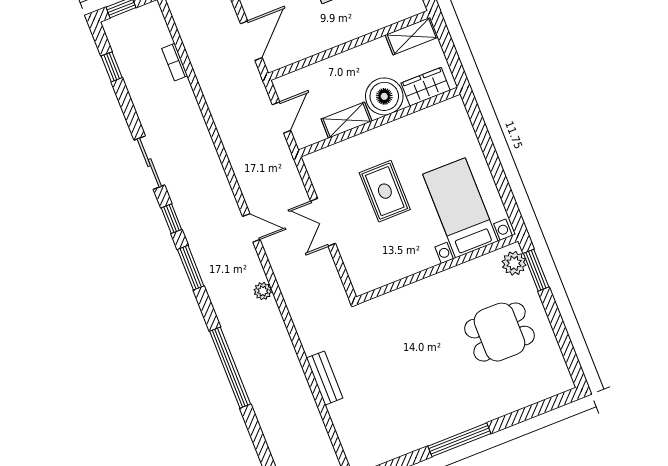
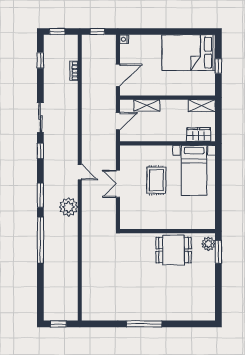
boiler: (384, 96) -> (175, 131), removed
shelving: (347, 120) -> (147, 105), moved
bed with nightstands: (460, 208) -> (194, 170), moved, turned 180
window: (191, 268) -> (40, 195), moved
plant: (263, 291) -> (69, 207), width x1.88, depth x1.88
dining table: (500, 332) -> (174, 250), moved
bench: (325, 378) -> (87, 265), removed

